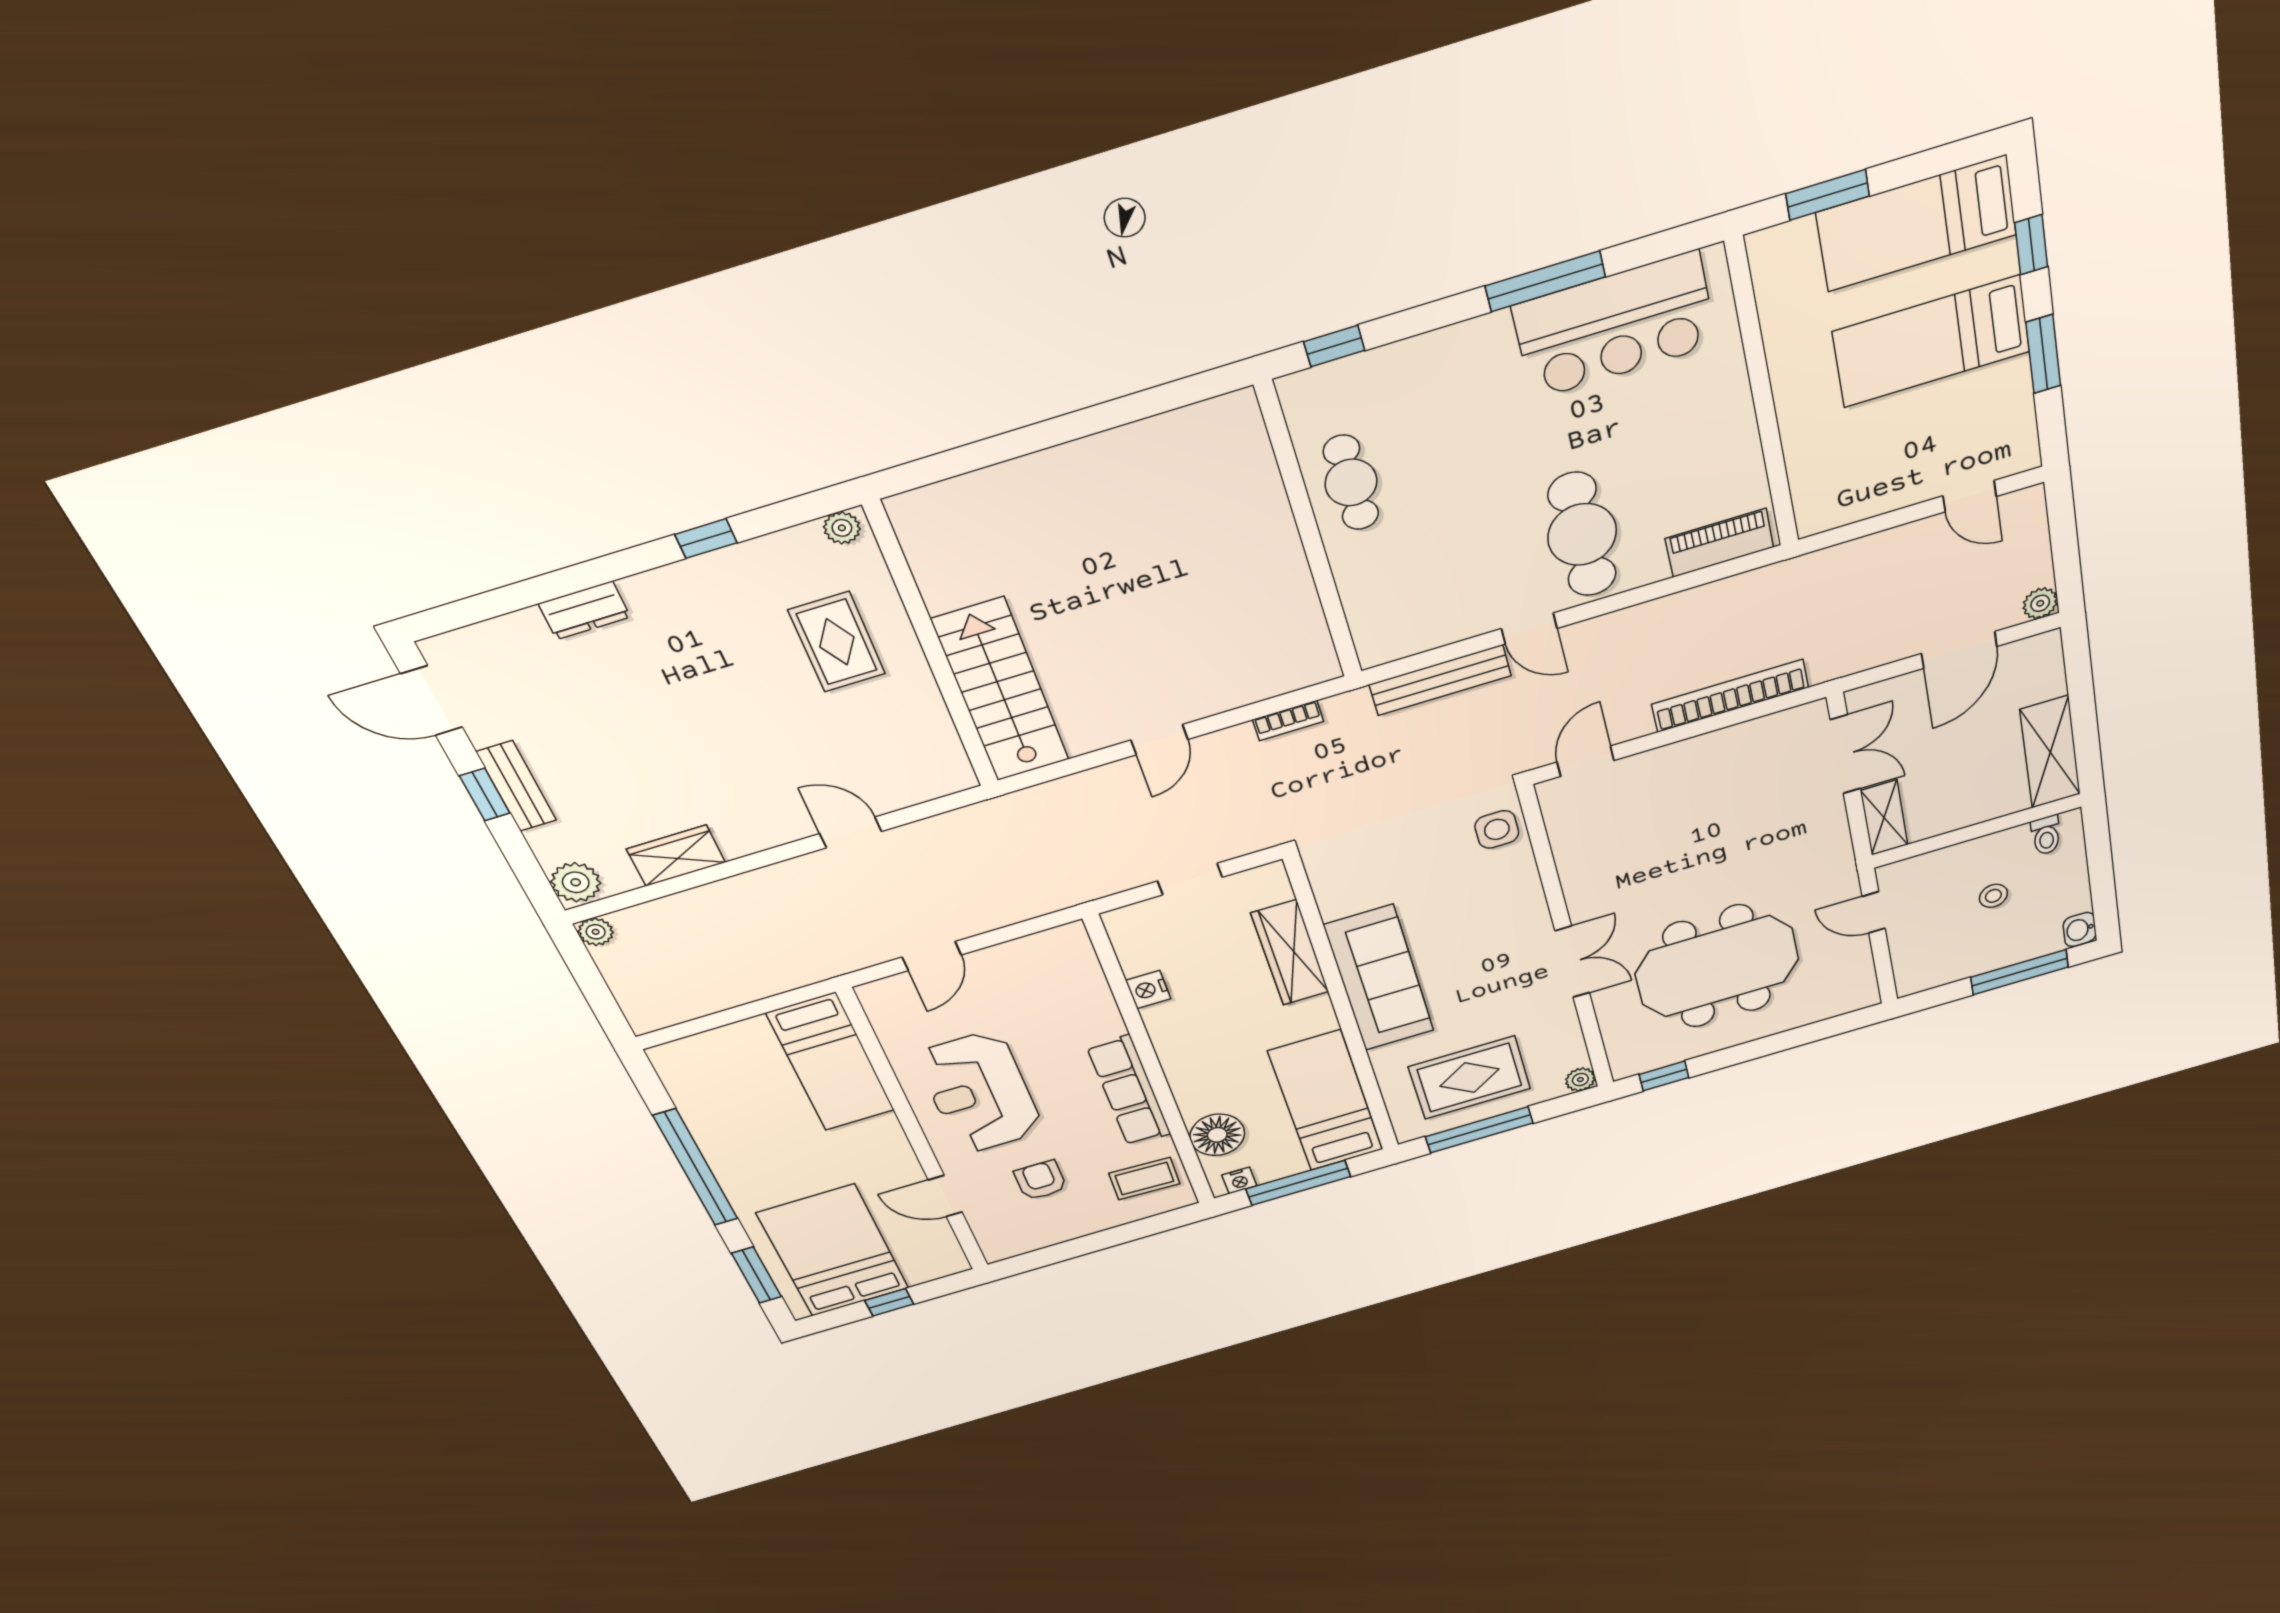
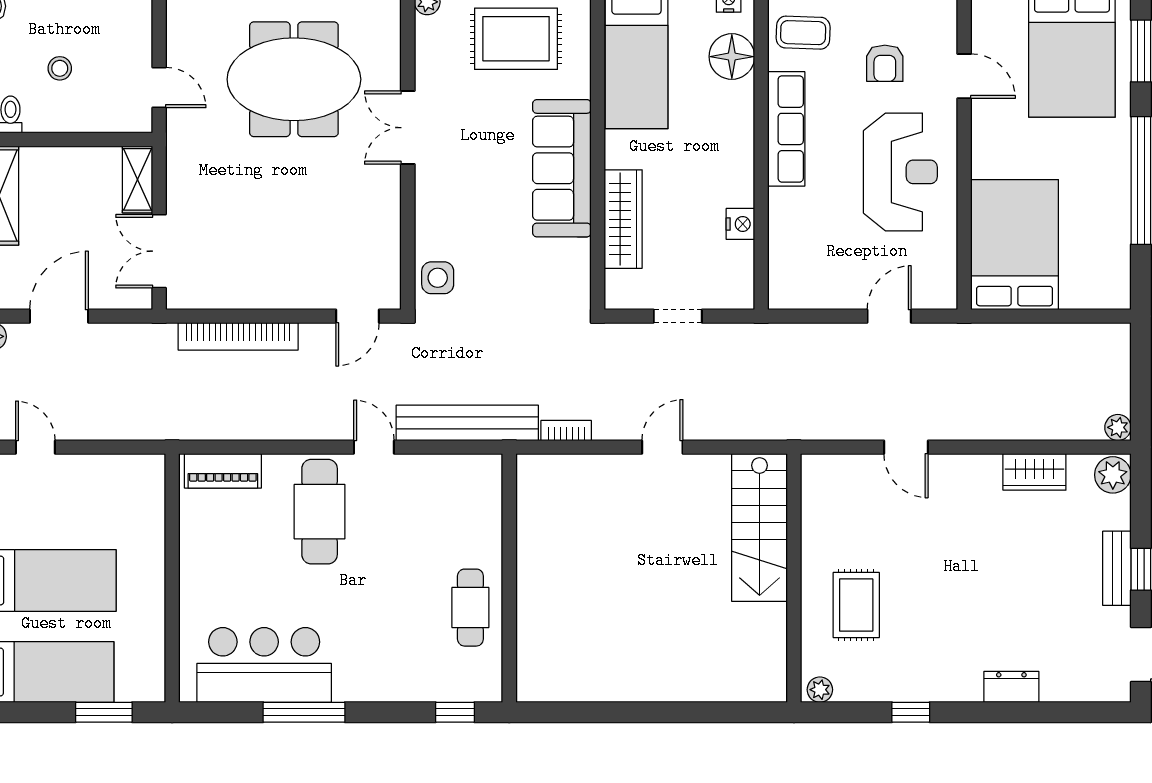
bench: (1440, 680) -> (467, 423), width x1.37, depth x1.21
bed: (831, 1062) -> (1015, 245), width x1.50

